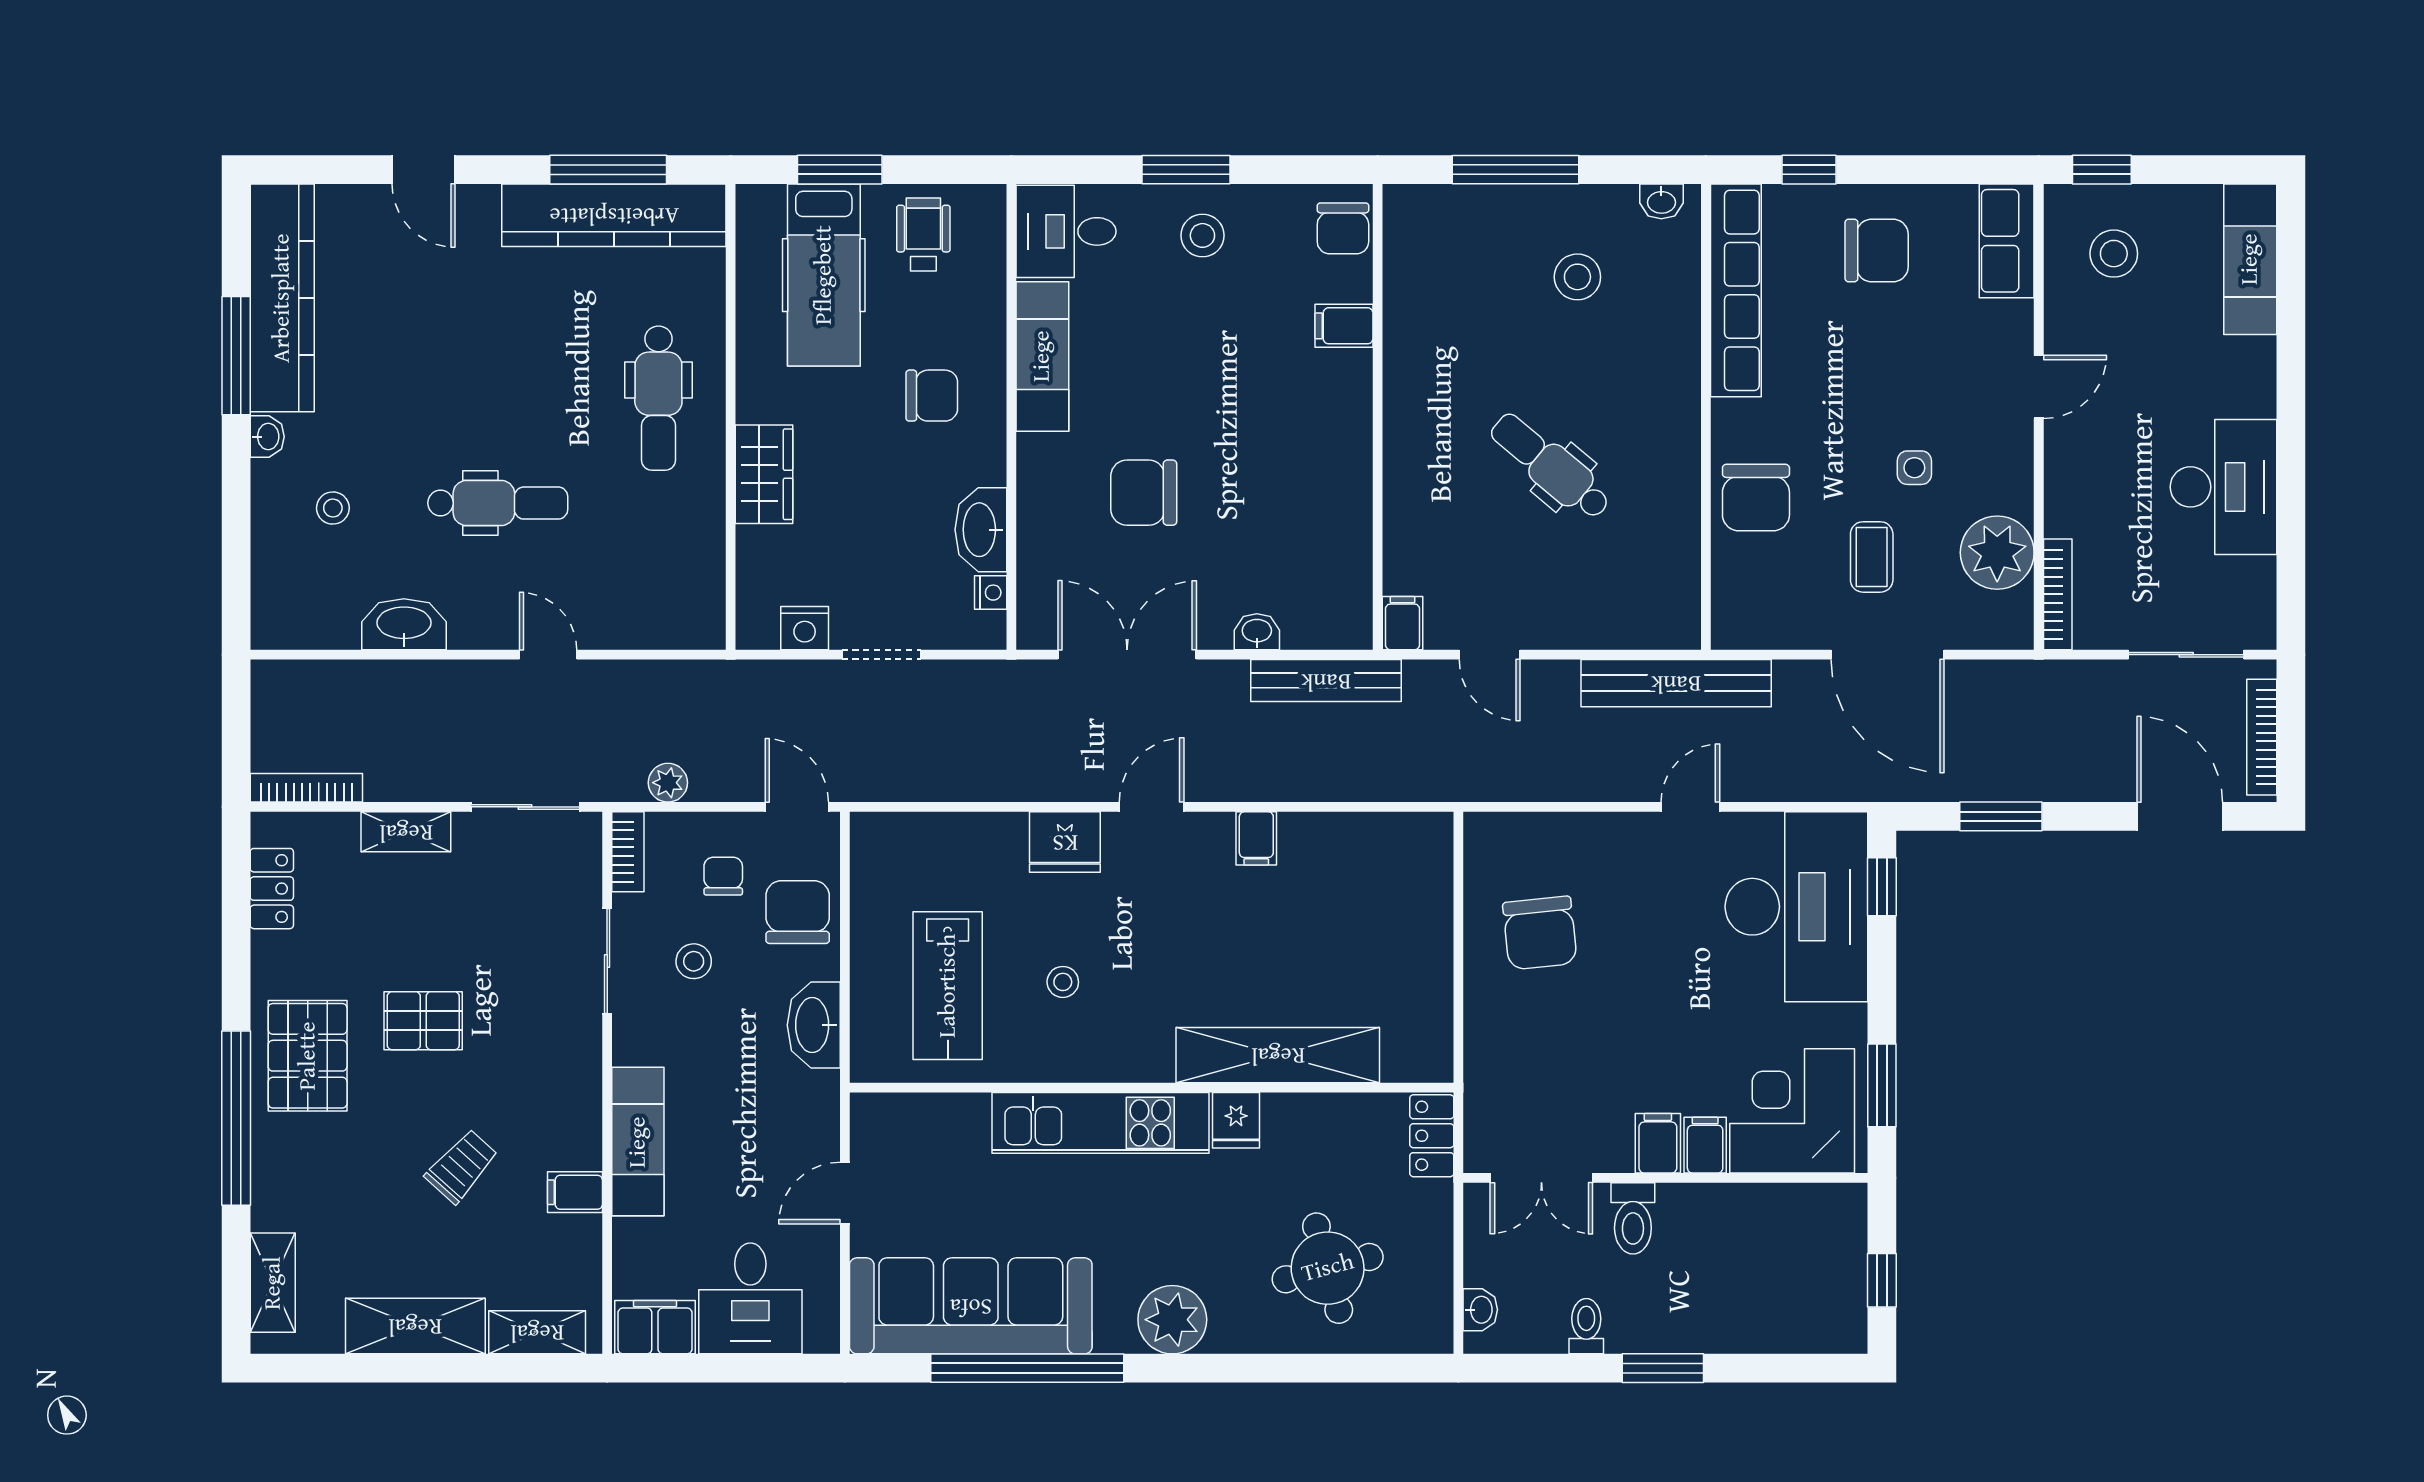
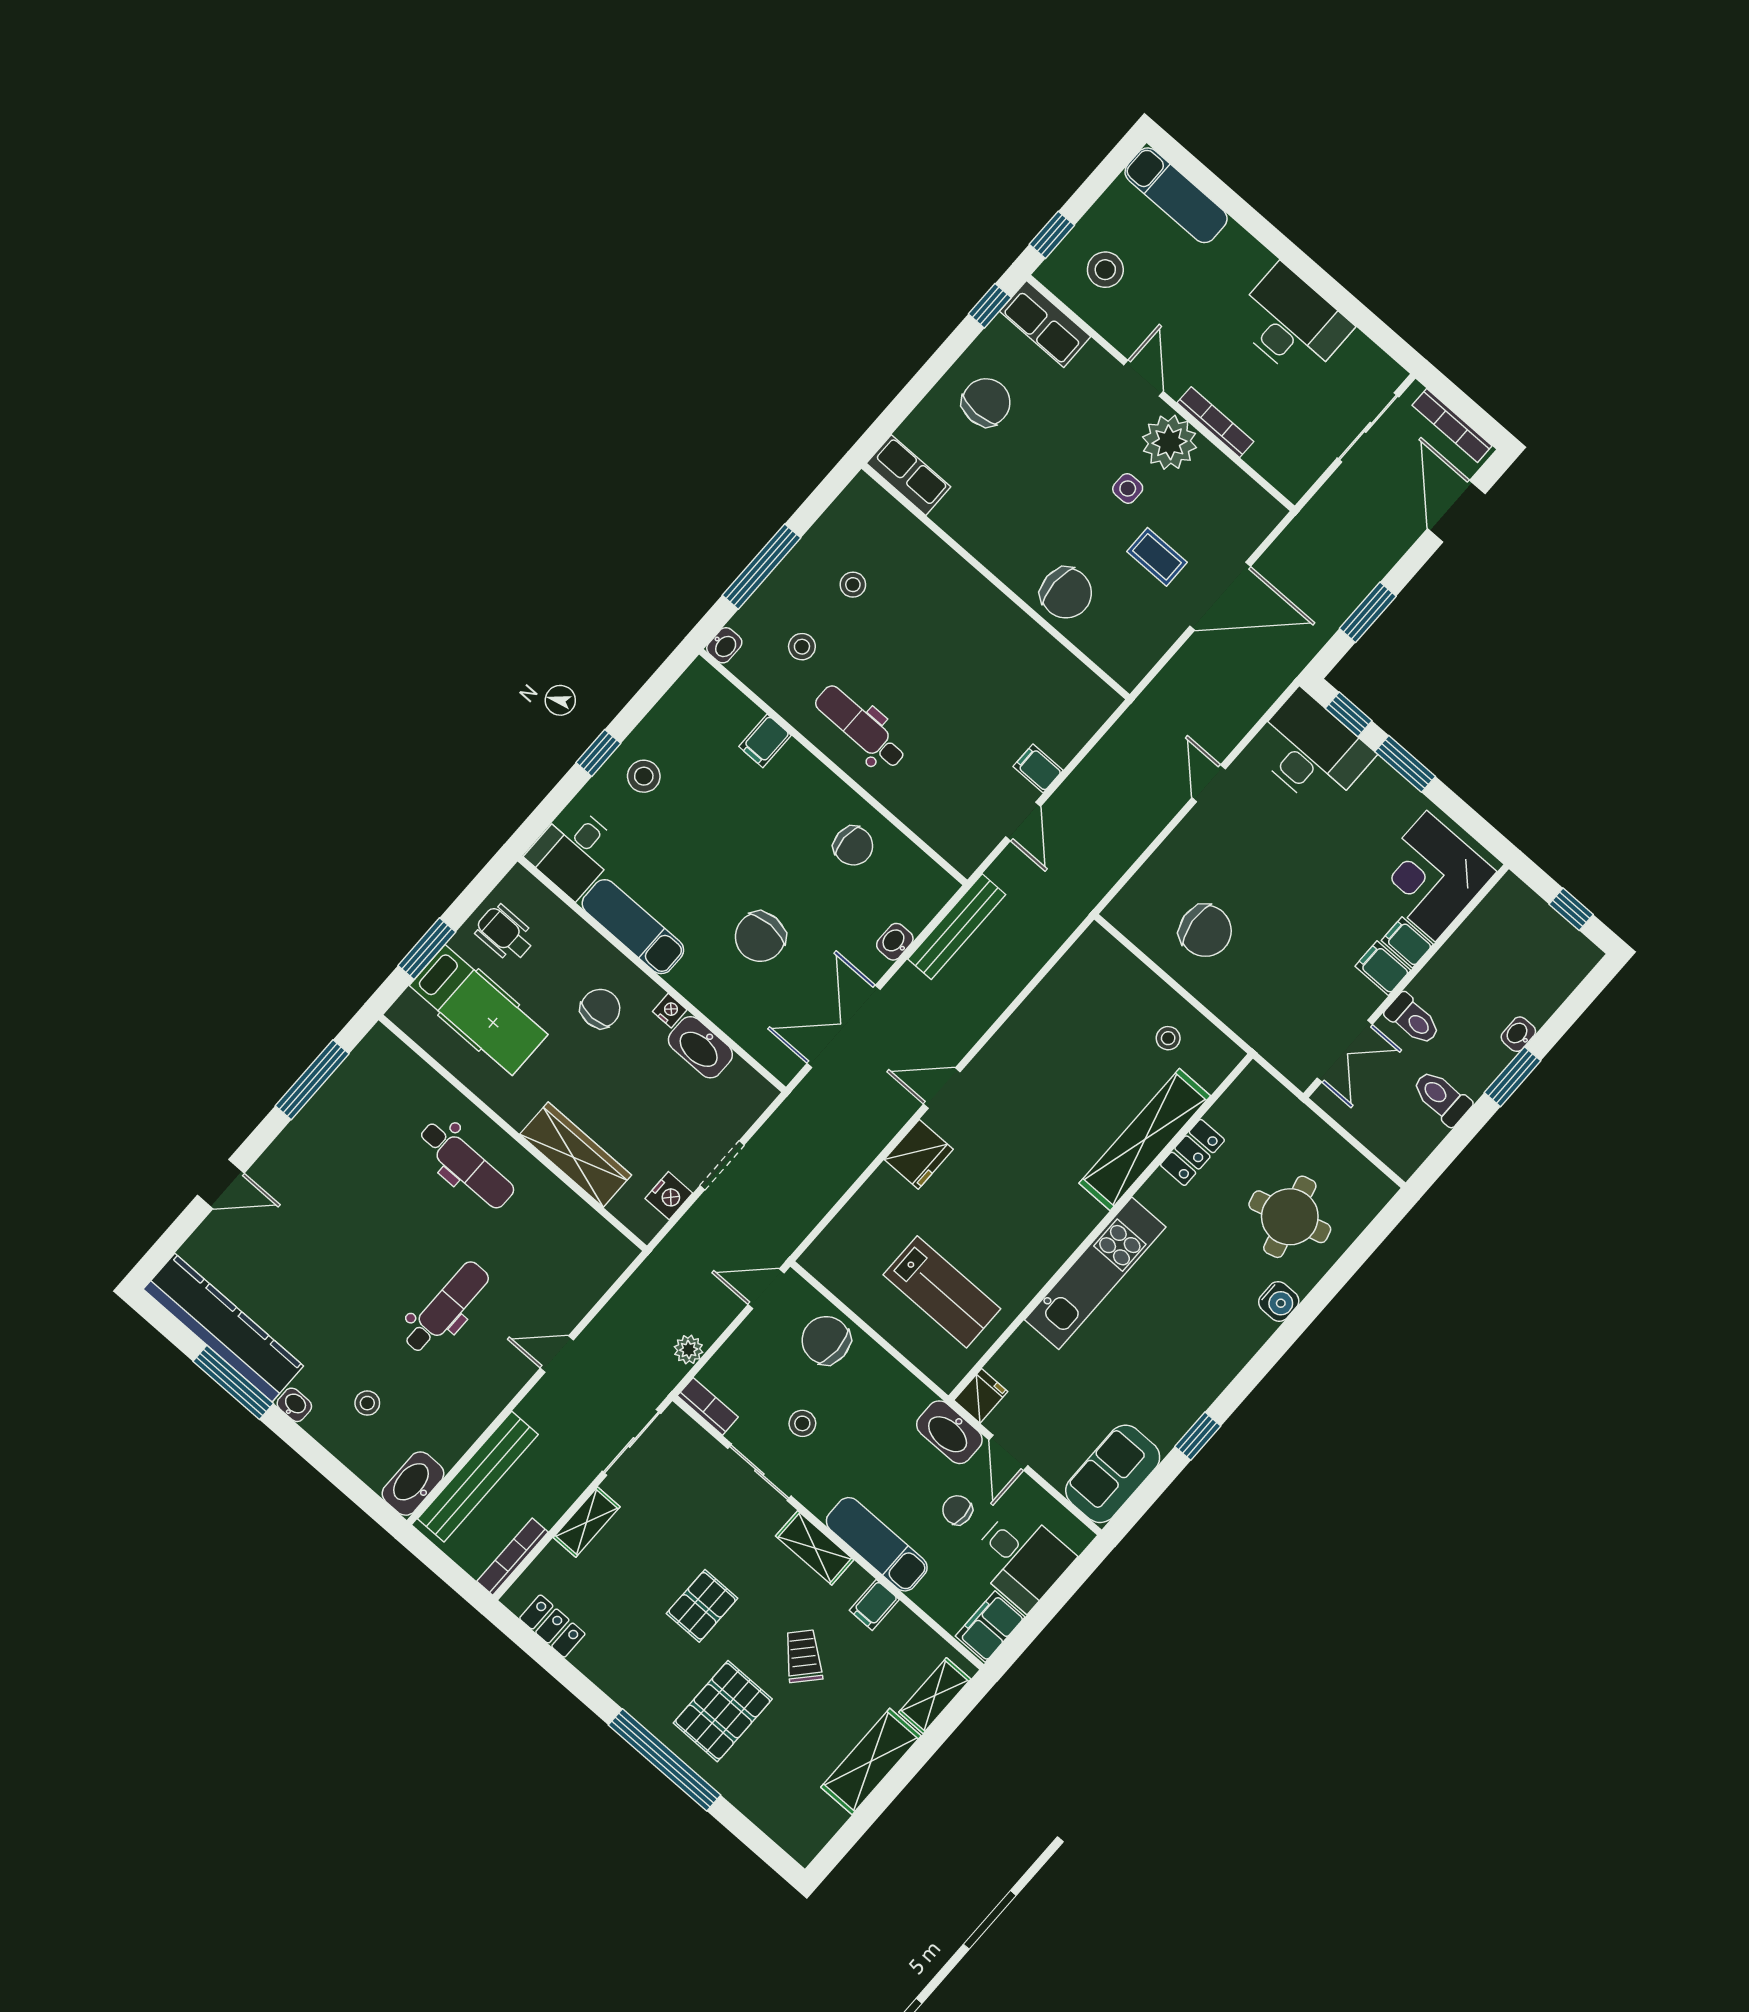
window: (1186, 170) -> (598, 753), width x0.67
window: (1809, 170) -> (990, 306), moved
washbasin: (1661, 201) -> (724, 645), moved
kitchen counter: (614, 215) -> (341, 1099), removed
chair: (1343, 228) -> (853, 846), moved
stool: (1577, 277) -> (853, 585), width x0.73, depth x0.73
stool: (1471, 280) -> (802, 647), added
row of seats: (1736, 290) -> (909, 475), width x0.50
dental chair: (1550, 466) -> (860, 727), moved, turned 50
wardrobe: (764, 474) -> (576, 1155), width x1.50
plant: (1997, 553) -> (1169, 442), moved
nightstand: (991, 593) -> (670, 1011), moved
bookcase: (2058, 594) -> (1215, 422), moved
filing cabinet: (1402, 623) -> (1038, 768), moved
washbasin: (404, 624) -> (413, 1484), moved
door: (1490, 655) -> (1023, 821), hinge flipped
bench: (1676, 683) -> (478, 1477), moved
door: (1152, 807) -> (942, 1088), hinge flipped
door: (2180, 816) -> (1456, 511), hinge flipped
filing cabinet: (1256, 838) -> (1011, 1044), removed
chair: (723, 876) -> (957, 1510), moved
desk: (1796, 907) -> (1311, 751), width x0.73, depth x0.77
stool: (1063, 982) -> (1168, 1038), moved
washbasin: (814, 1025) -> (949, 1432), moved
pallet: (308, 1056) -> (723, 1711), moved, turned 90
window: (1882, 1085) -> (1405, 764), moved
fridge: (1236, 1120) -> (981, 1396), moved, turned -90
locker: (1432, 1136) -> (1192, 1152), moved, turned -90
shelving: (273, 1283) -> (815, 1548), moved
sofa: (971, 1306) -> (1113, 1474), width x0.54, depth x0.79
washbasin: (1480, 1310) -> (1518, 1034), moved, turned -90
plant: (1172, 1320) -> (1242, 1330), removed
toilet: (1586, 1326) -> (1442, 1097), width x1.37, depth x1.39
water cooler: (1233, 1331) -> (1279, 1301), added
window: (1027, 1368) -> (1198, 1436), width x0.32

